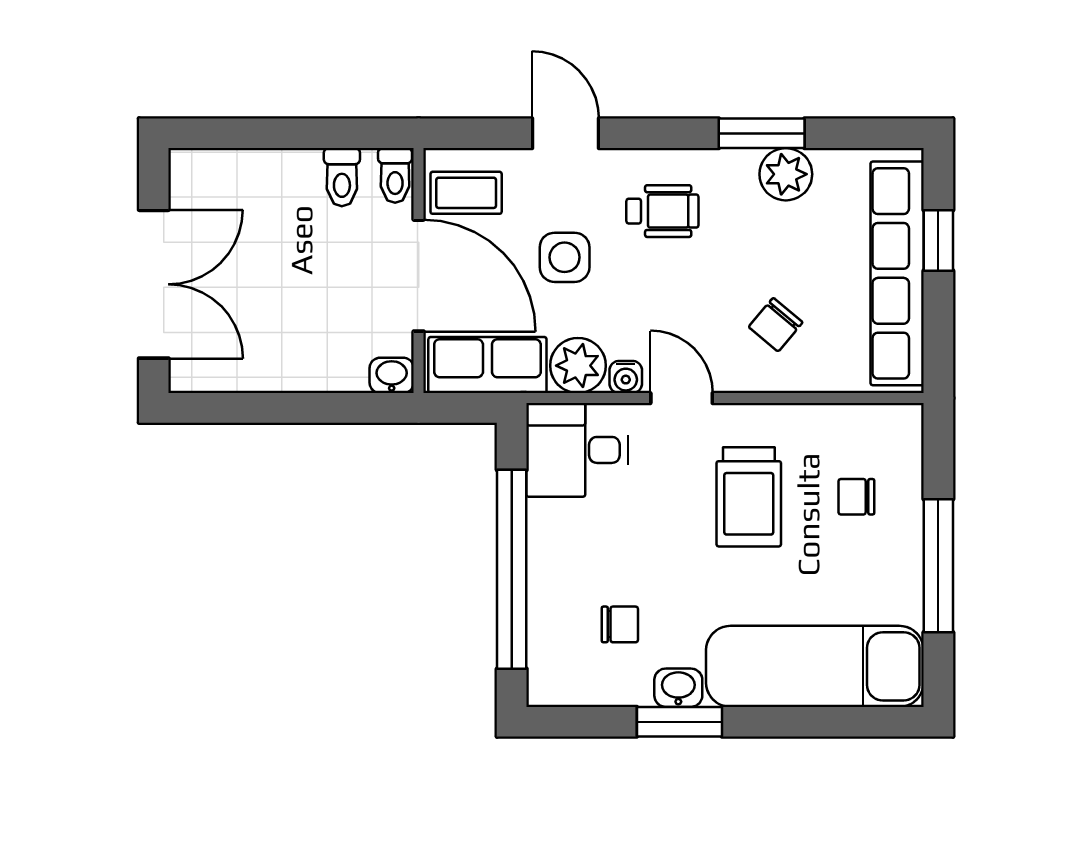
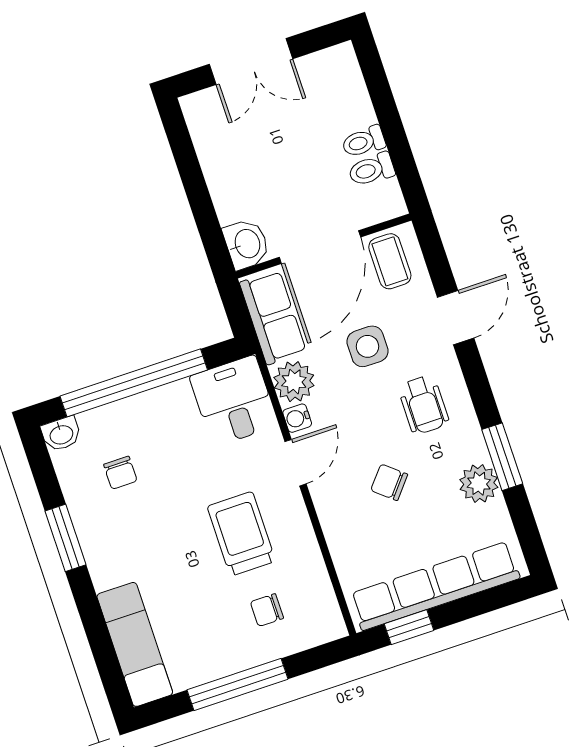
toilet: (395, 175) -> (364, 142), moved
window: (938, 240) -> (409, 627), moved
double door: (154, 284) -> (251, 62), width x0.73
chair: (776, 325) -> (389, 482), moved
washbasin: (392, 375) -> (246, 244), width x1.38, depth x1.45
trolley: (749, 497) -> (241, 534), turned 90
chair: (856, 497) -> (267, 610), turned -90
exam couch: (815, 666) -> (135, 644), width x0.73, depth x0.69
washbasin: (678, 688) -> (61, 434), moved, turned 90

